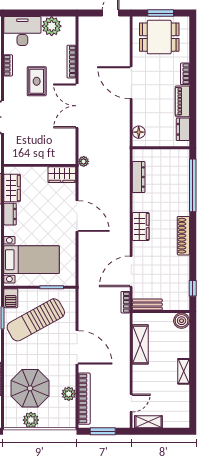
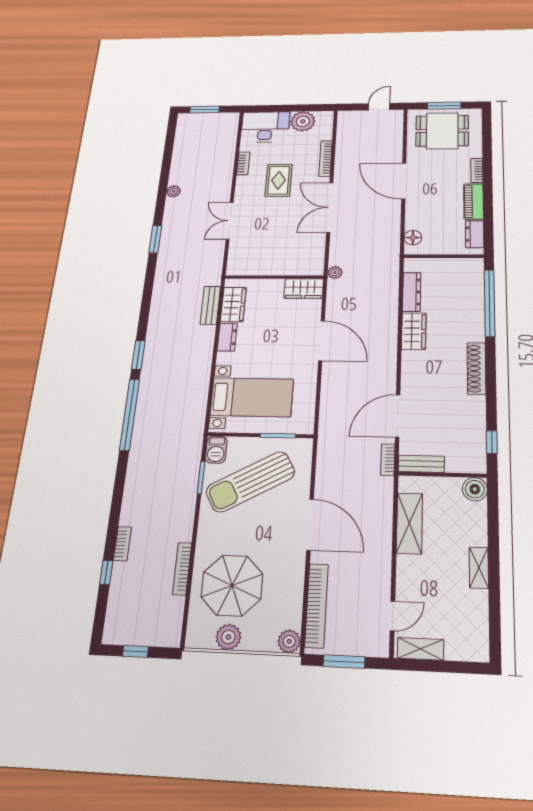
wardrobe: (141, 227) -> (414, 331), moved
plant: (69, 394) -> (289, 641), moved

